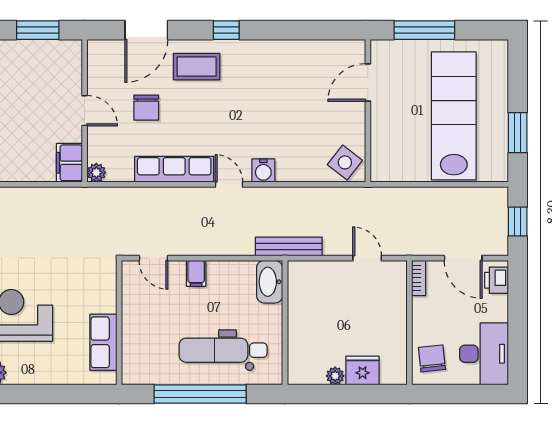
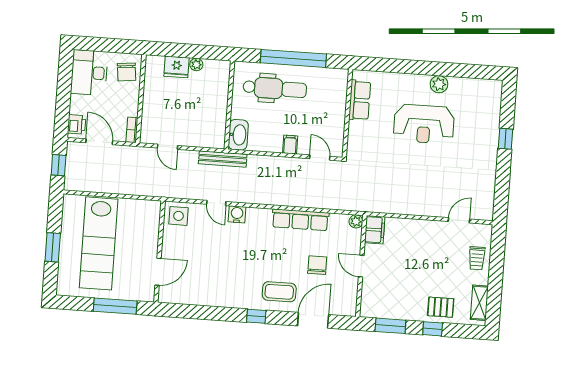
window: (518, 133) -> (53, 247), moved
side table: (345, 162) -> (179, 216), turned -38
door: (229, 184) -> (216, 203), moved

